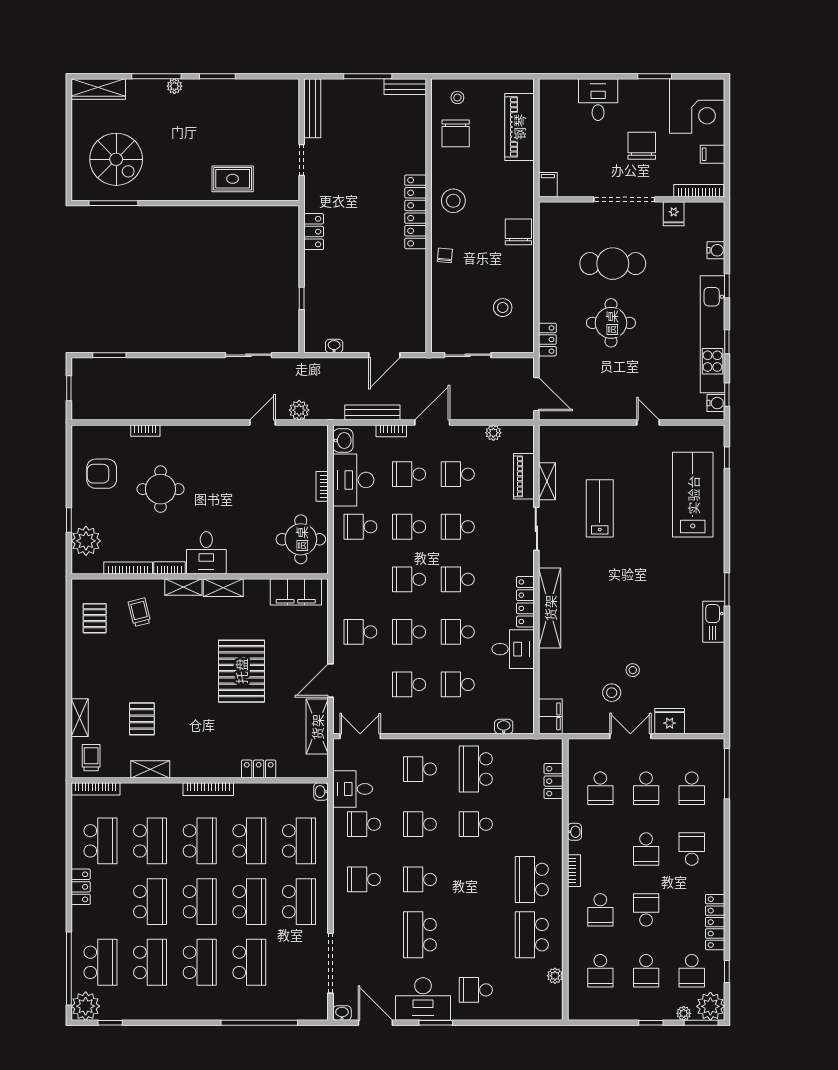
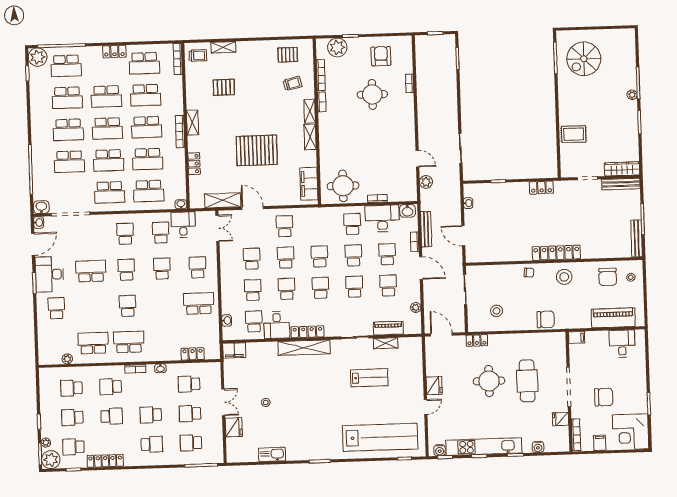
bench: (405, 87) -> (637, 238), width x1.36
wardrobe: (98, 89) -> (622, 169), moved, turned 90
desk: (598, 100) -> (622, 344), moved, turned -90
chair: (456, 133) -> (608, 277), turned -90
rug: (233, 179) -> (574, 134), turned 90
door: (536, 394) -> (441, 334), swing flipped
fridge: (615, 408) -> (434, 386), added
lab bench: (693, 495) -> (380, 437), width x1.36
desk: (206, 553) -> (332, 125), removed
kitchen sink: (714, 622) -> (272, 454), moved
school desk: (506, 684) -> (254, 321), added
stool: (612, 693) -> (251, 389), removed
shelving: (150, 769) -> (192, 122), moved
school desk: (476, 824) -> (128, 306), moved
washbasin: (318, 1008) -> (41, 207), added

